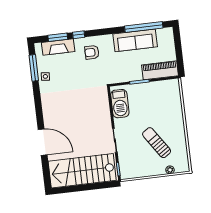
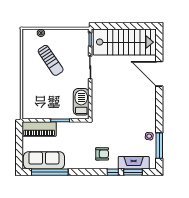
sofa: (135, 40) -> (44, 160), moved

